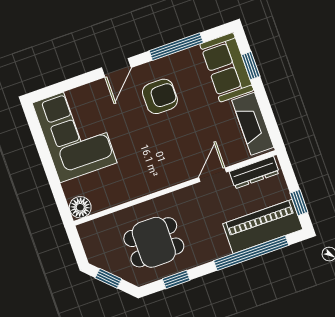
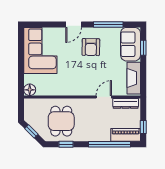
armchair: (160, 96) -> (91, 47), turned 91
piano: (263, 226) -> (126, 135), width x0.73, depth x0.75
dining table: (154, 242) -> (61, 121), turned 90

